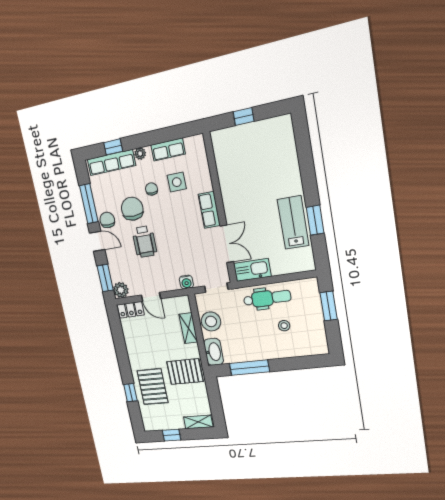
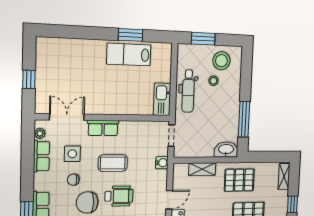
plant: (140, 154) -> (40, 133), moved
coffee table: (176, 228) -> (113, 163), added
double door: (227, 244) -> (67, 117), moved
dental chair: (267, 298) -> (188, 91), turned 180
stool: (211, 321) -> (221, 61), moved
pallet: (185, 372) -> (239, 180), turned 90

